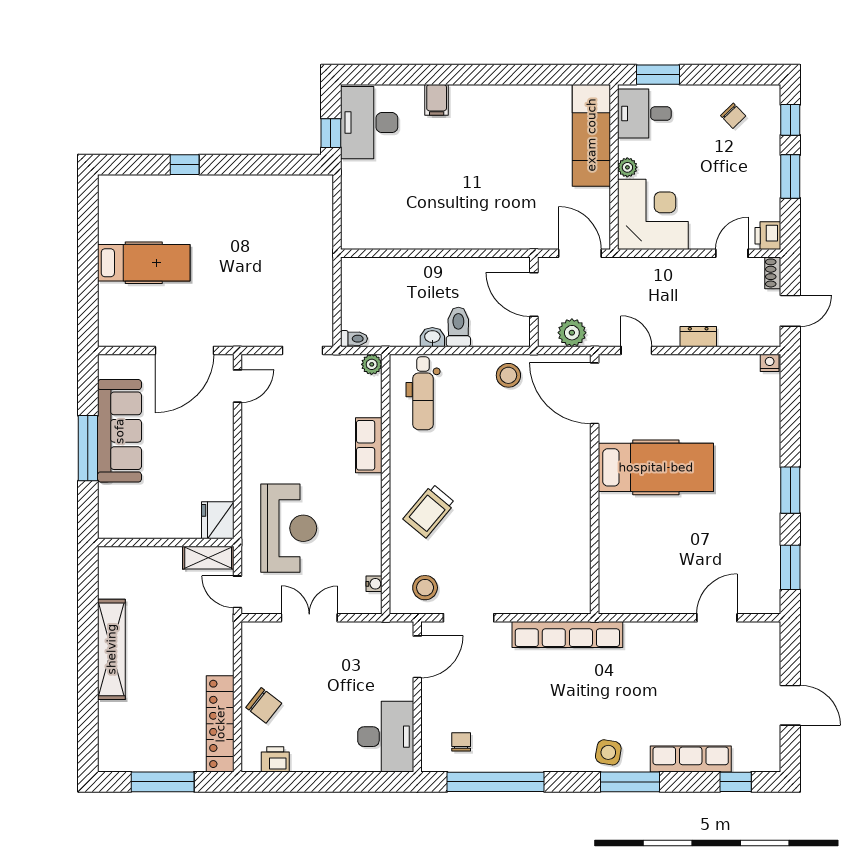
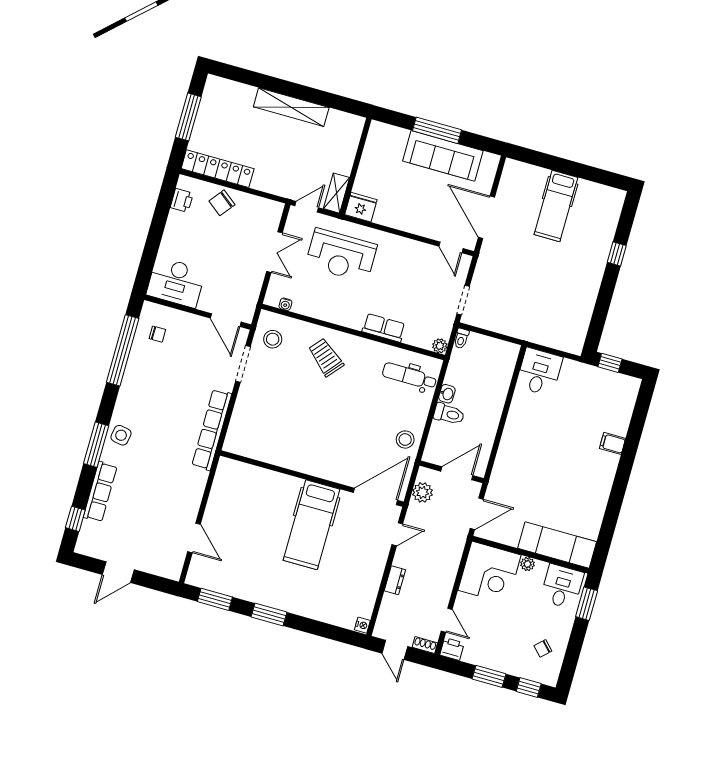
desk: (369, 123) -> (539, 372), moved, width x0.73

